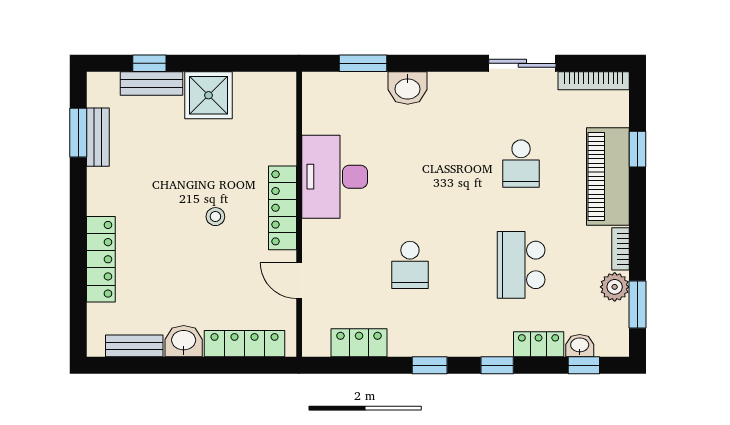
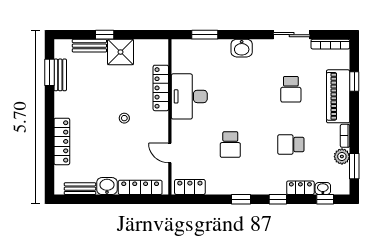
window: (149, 63) -> (105, 35), moved
washbasin: (408, 88) -> (242, 48), moved
locker: (282, 208) -> (161, 88), moved
school desk: (521, 265) -> (291, 145), width x0.54
locker: (359, 343) -> (190, 187), moved

